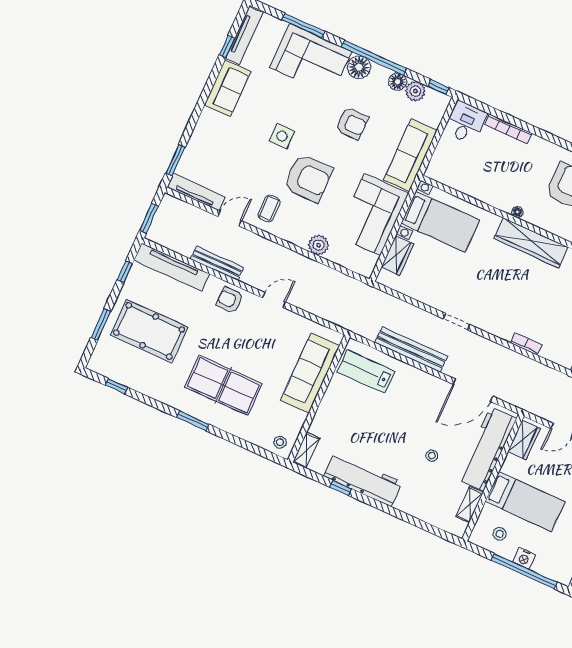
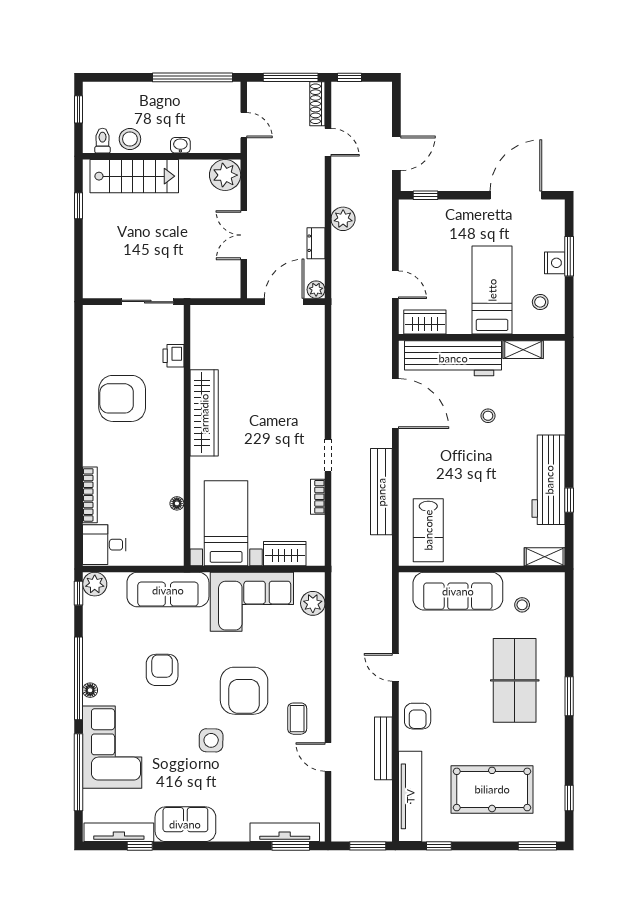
window: (303, 26) -> (79, 772), width x1.46
floor lamp: (359, 67) -> (90, 690), width x0.53, depth x0.53
floor lamp: (398, 82) -> (93, 640), removed
plant: (415, 91) -> (95, 584), moved
armchair: (308, 178) -> (244, 691), turned 180
tv unit: (196, 192) -> (285, 832), moved, turned 90
coffee table: (269, 209) -> (297, 719), turned 90
floor lamp: (517, 212) -> (177, 503), moved
plant: (319, 245) -> (313, 603), moved
window: (101, 324) -> (537, 846), moved
pool table: (149, 331) -> (492, 789), turned 90
bookcase: (526, 344) -> (318, 497), moved
stool: (280, 442) -> (522, 605), moved
window: (524, 571) -> (569, 256), width x0.47

